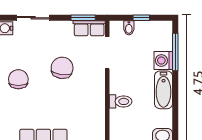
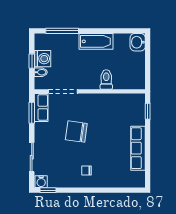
washing machine: (163, 60) -> (43, 59), moved, turned -90
chair: (18, 79) -> (87, 170), width x0.54, depth x0.54

